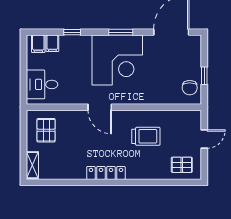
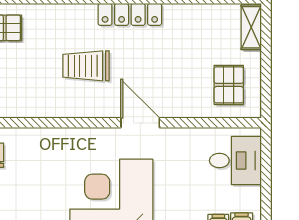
trolley: (146, 136) -> (86, 66), moved

